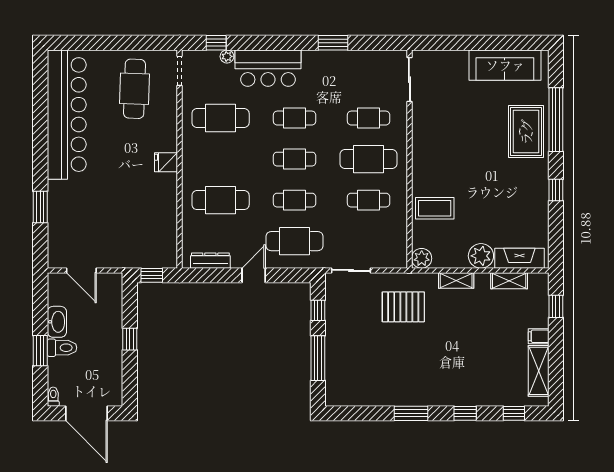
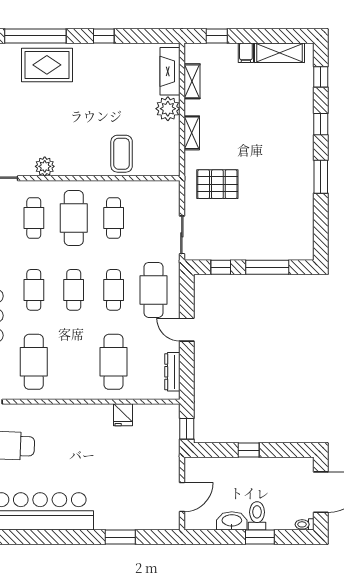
fridge: (166, 162) -> (123, 415), moved
plant: (422, 258) -> (45, 166), moved
pallet: (403, 307) -> (217, 184), turned 90

